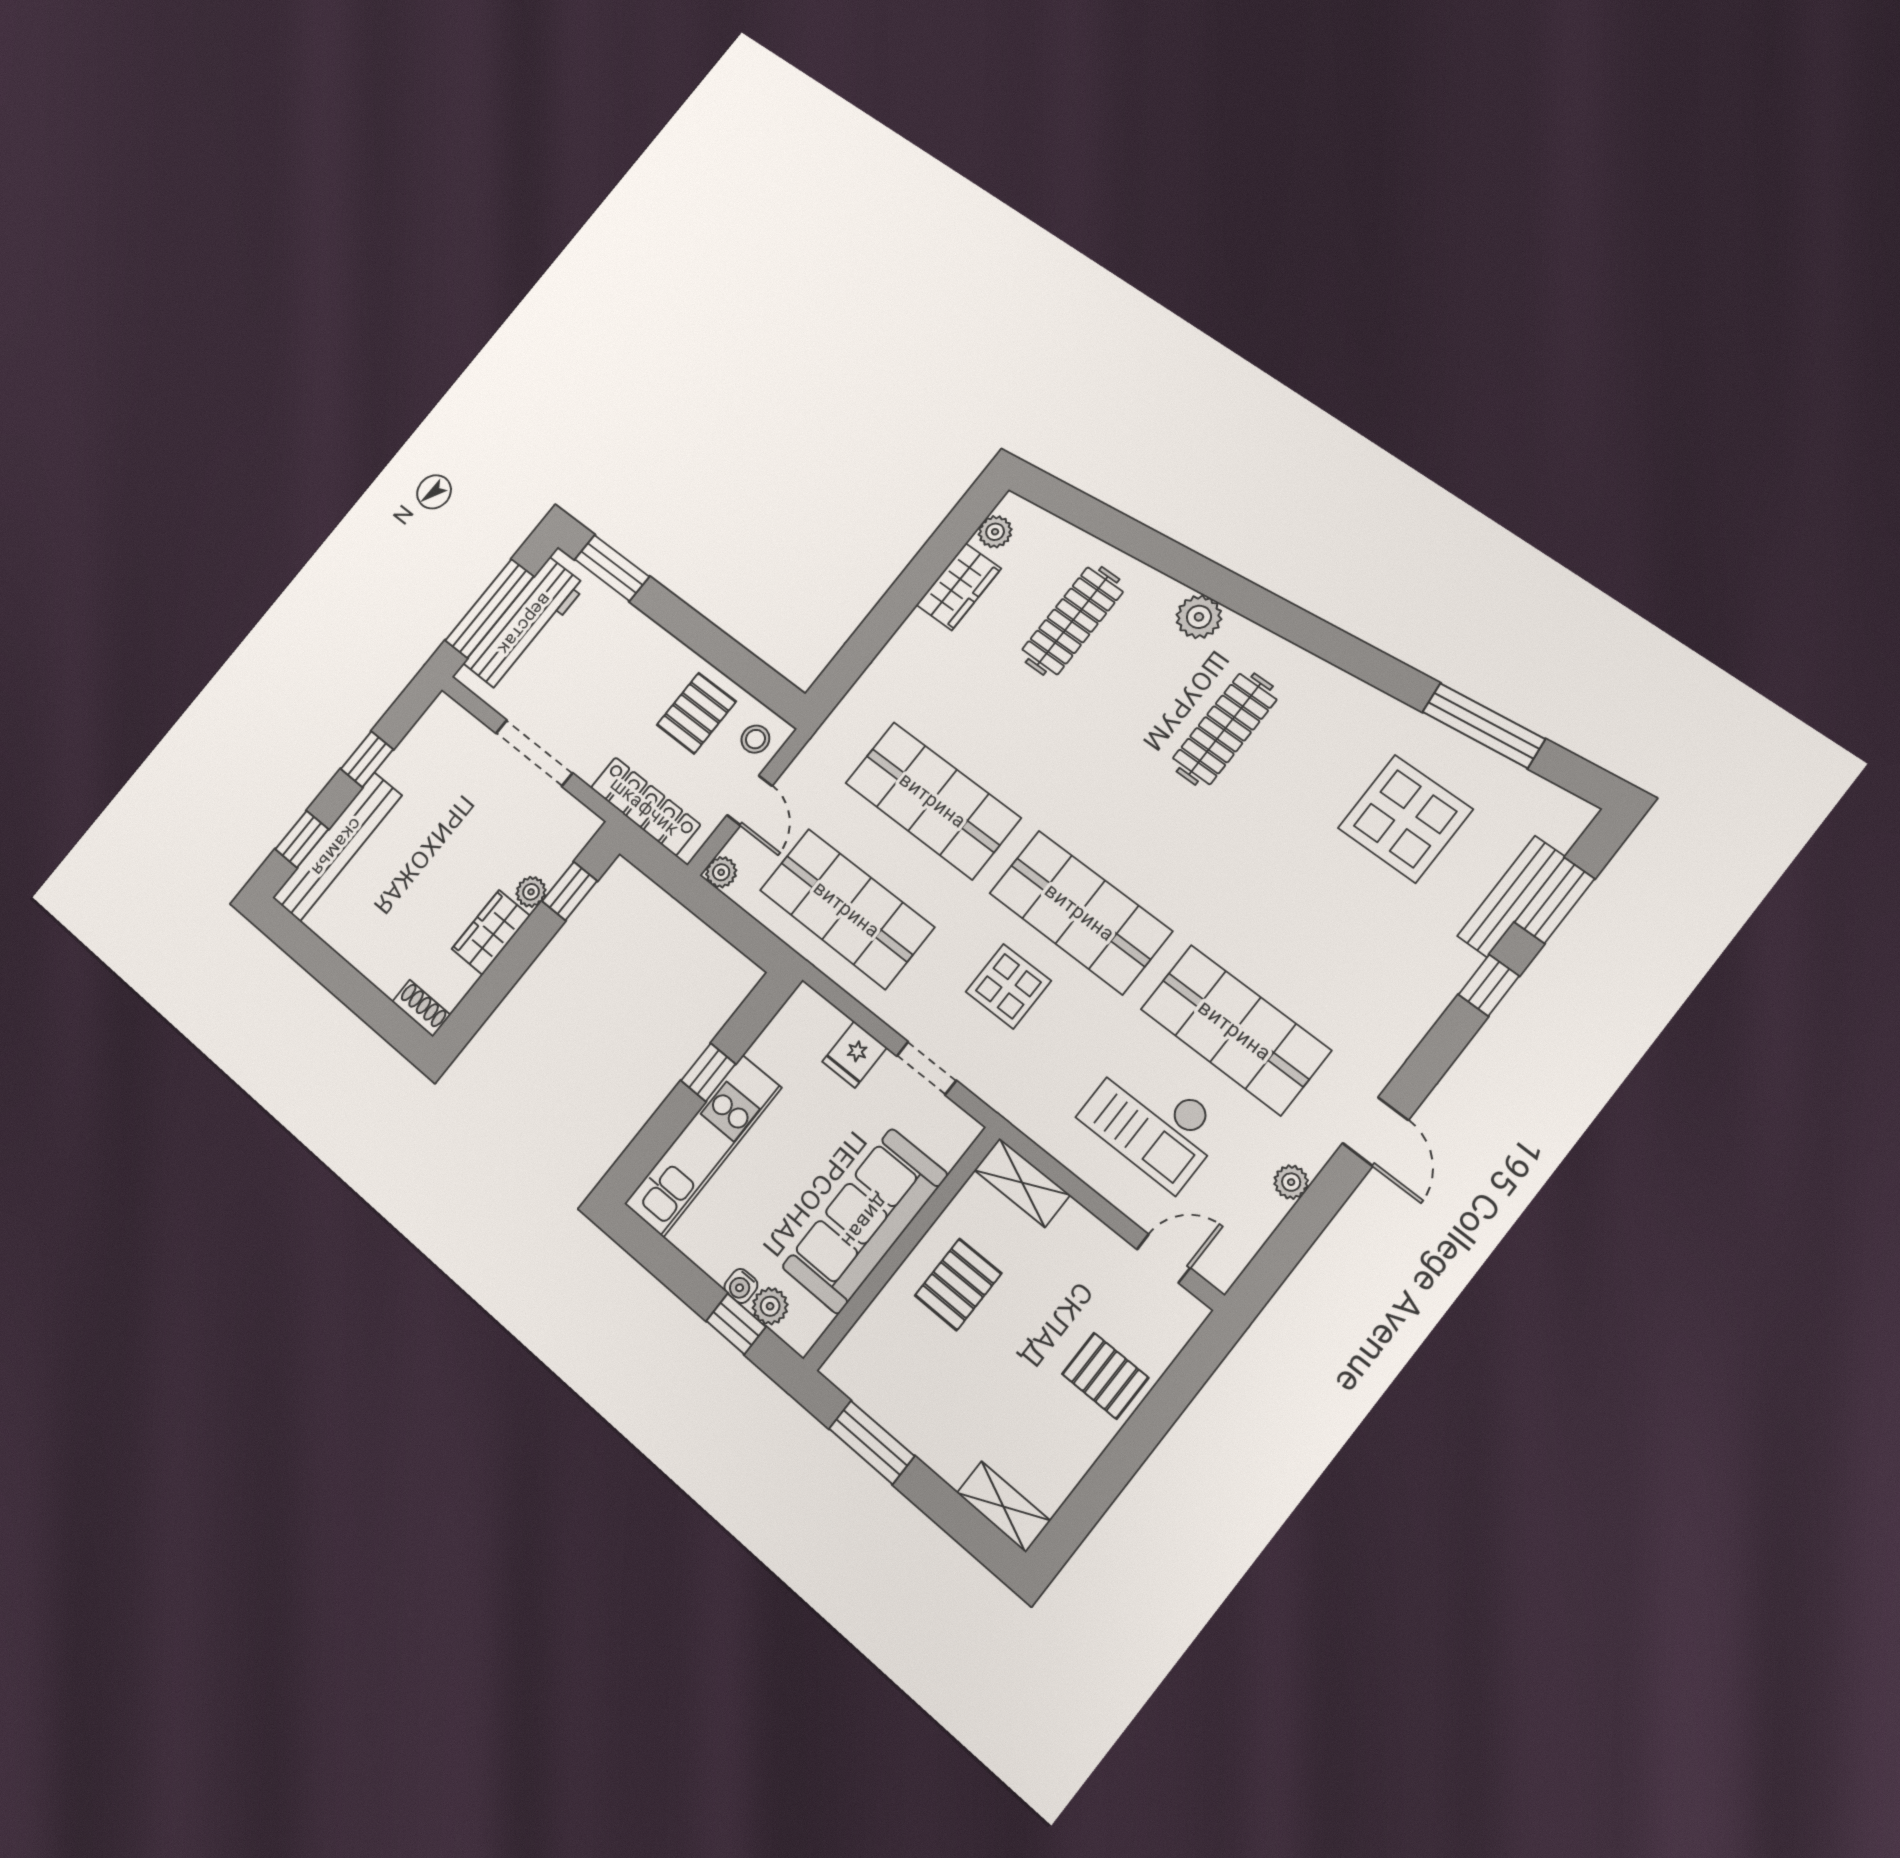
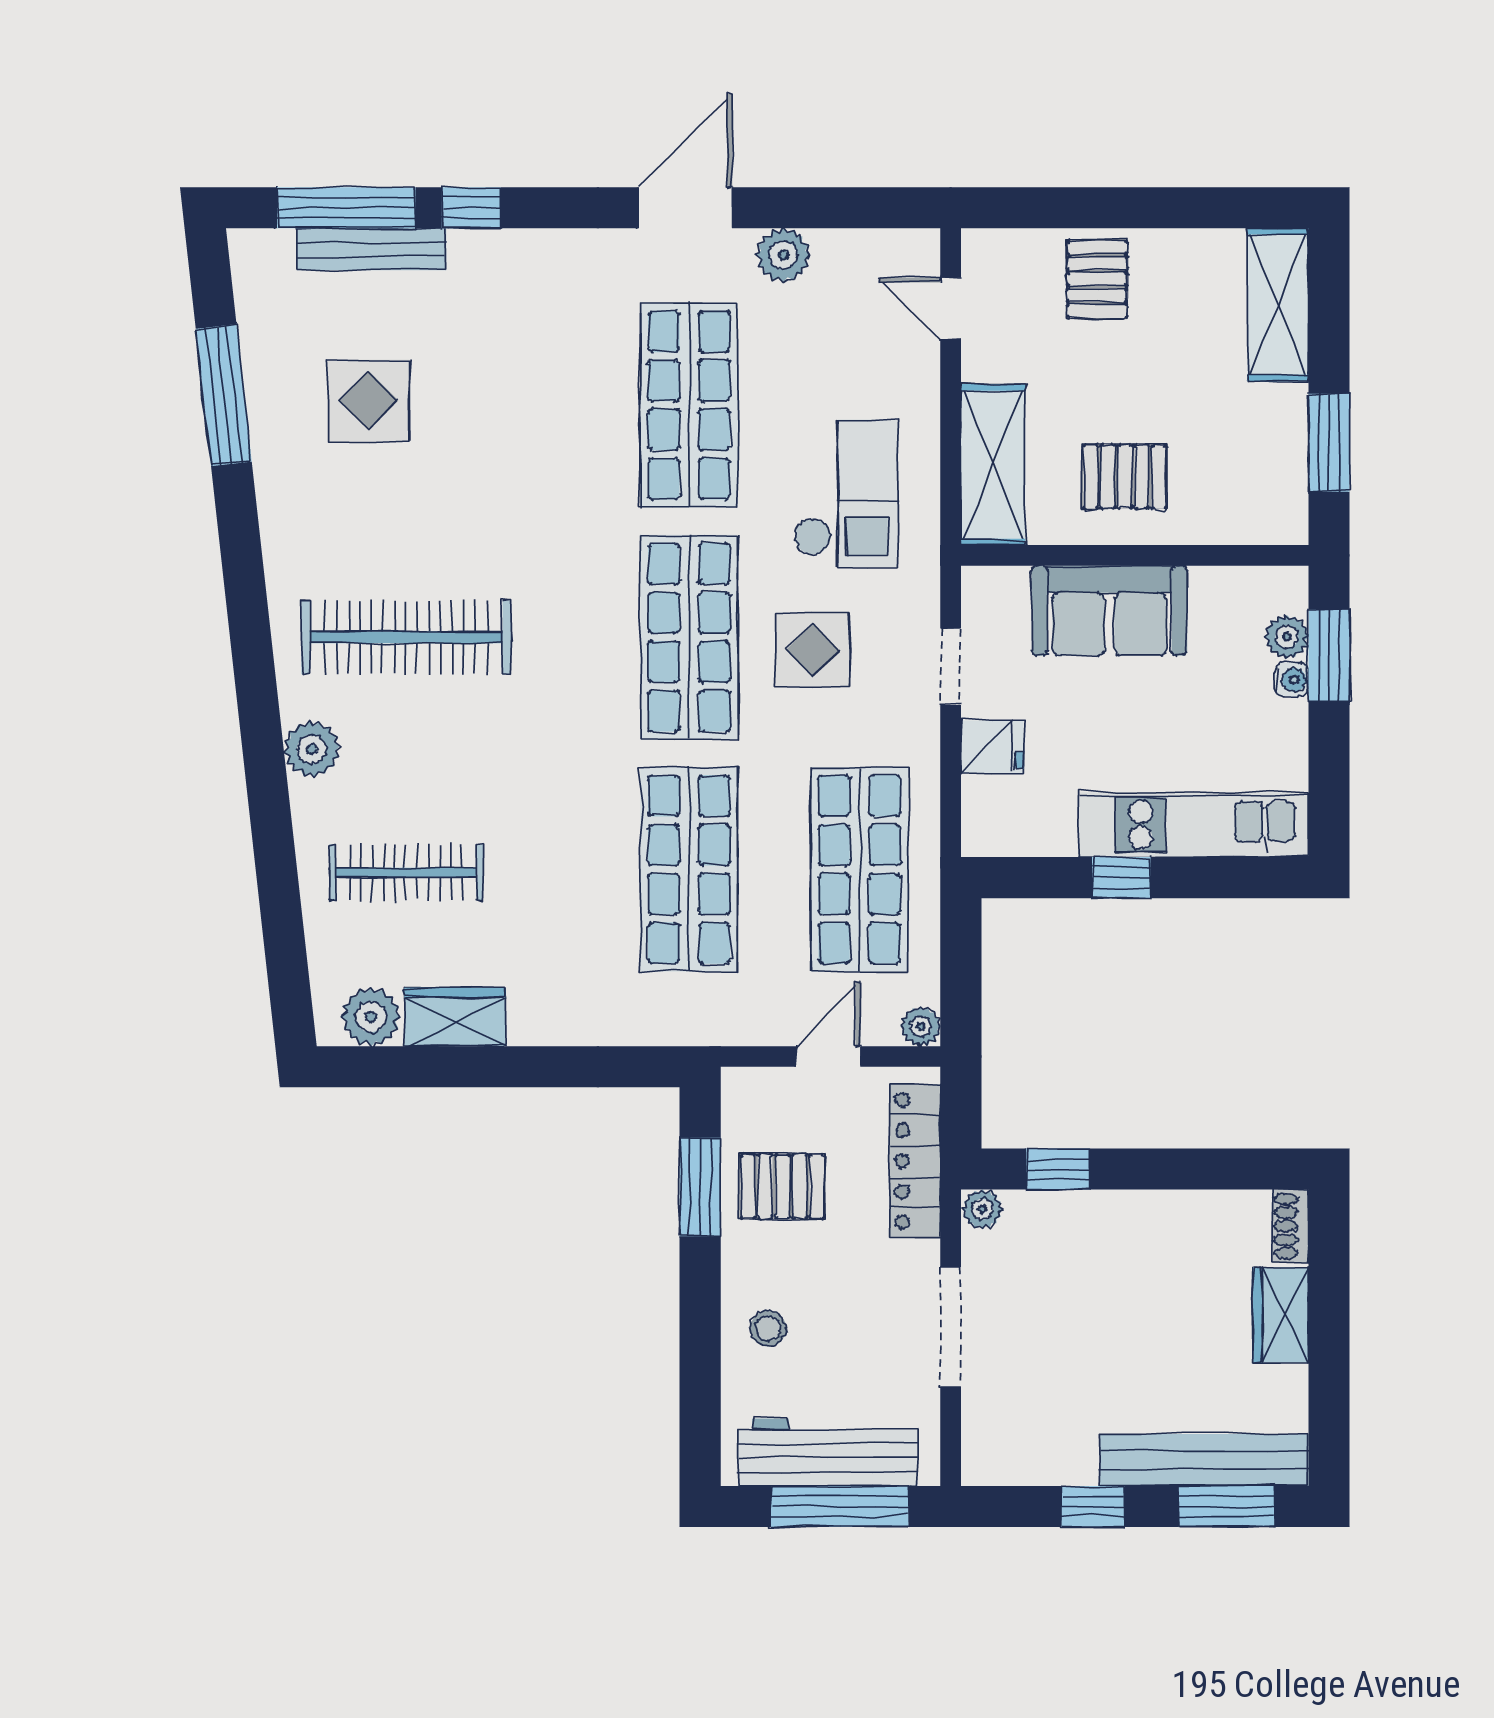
plant: (995, 532) -> (371, 1017), width x1.38, depth x1.38
window: (612, 568) -> (700, 1187), moved
clothes rail: (1225, 729) -> (406, 637), width x1.37, depth x1.31
stool: (755, 739) -> (768, 1329), moved
display table: (1405, 819) -> (369, 400), width x0.73, depth x0.73
window: (302, 839) -> (1227, 1506), width x1.50
plant: (531, 892) -> (982, 1209), moved
window: (1555, 900) -> (346, 208), width x1.44
wardrobe: (491, 932) -> (1281, 1315), moved, turned 90
checkout: (1152, 1122) -> (846, 494), moved
door: (1375, 1132) -> (685, 208), width x1.38
shelving: (1022, 1182) -> (993, 465), width x1.50, depth x1.33
plant: (1291, 1182) -> (783, 255), width x1.38, depth x1.38
sofa: (865, 1221) -> (1110, 611), width x0.73
window: (736, 1324) -> (1329, 656), width x1.50
shelving: (1003, 1507) -> (1278, 305), width x1.50, depth x1.33

